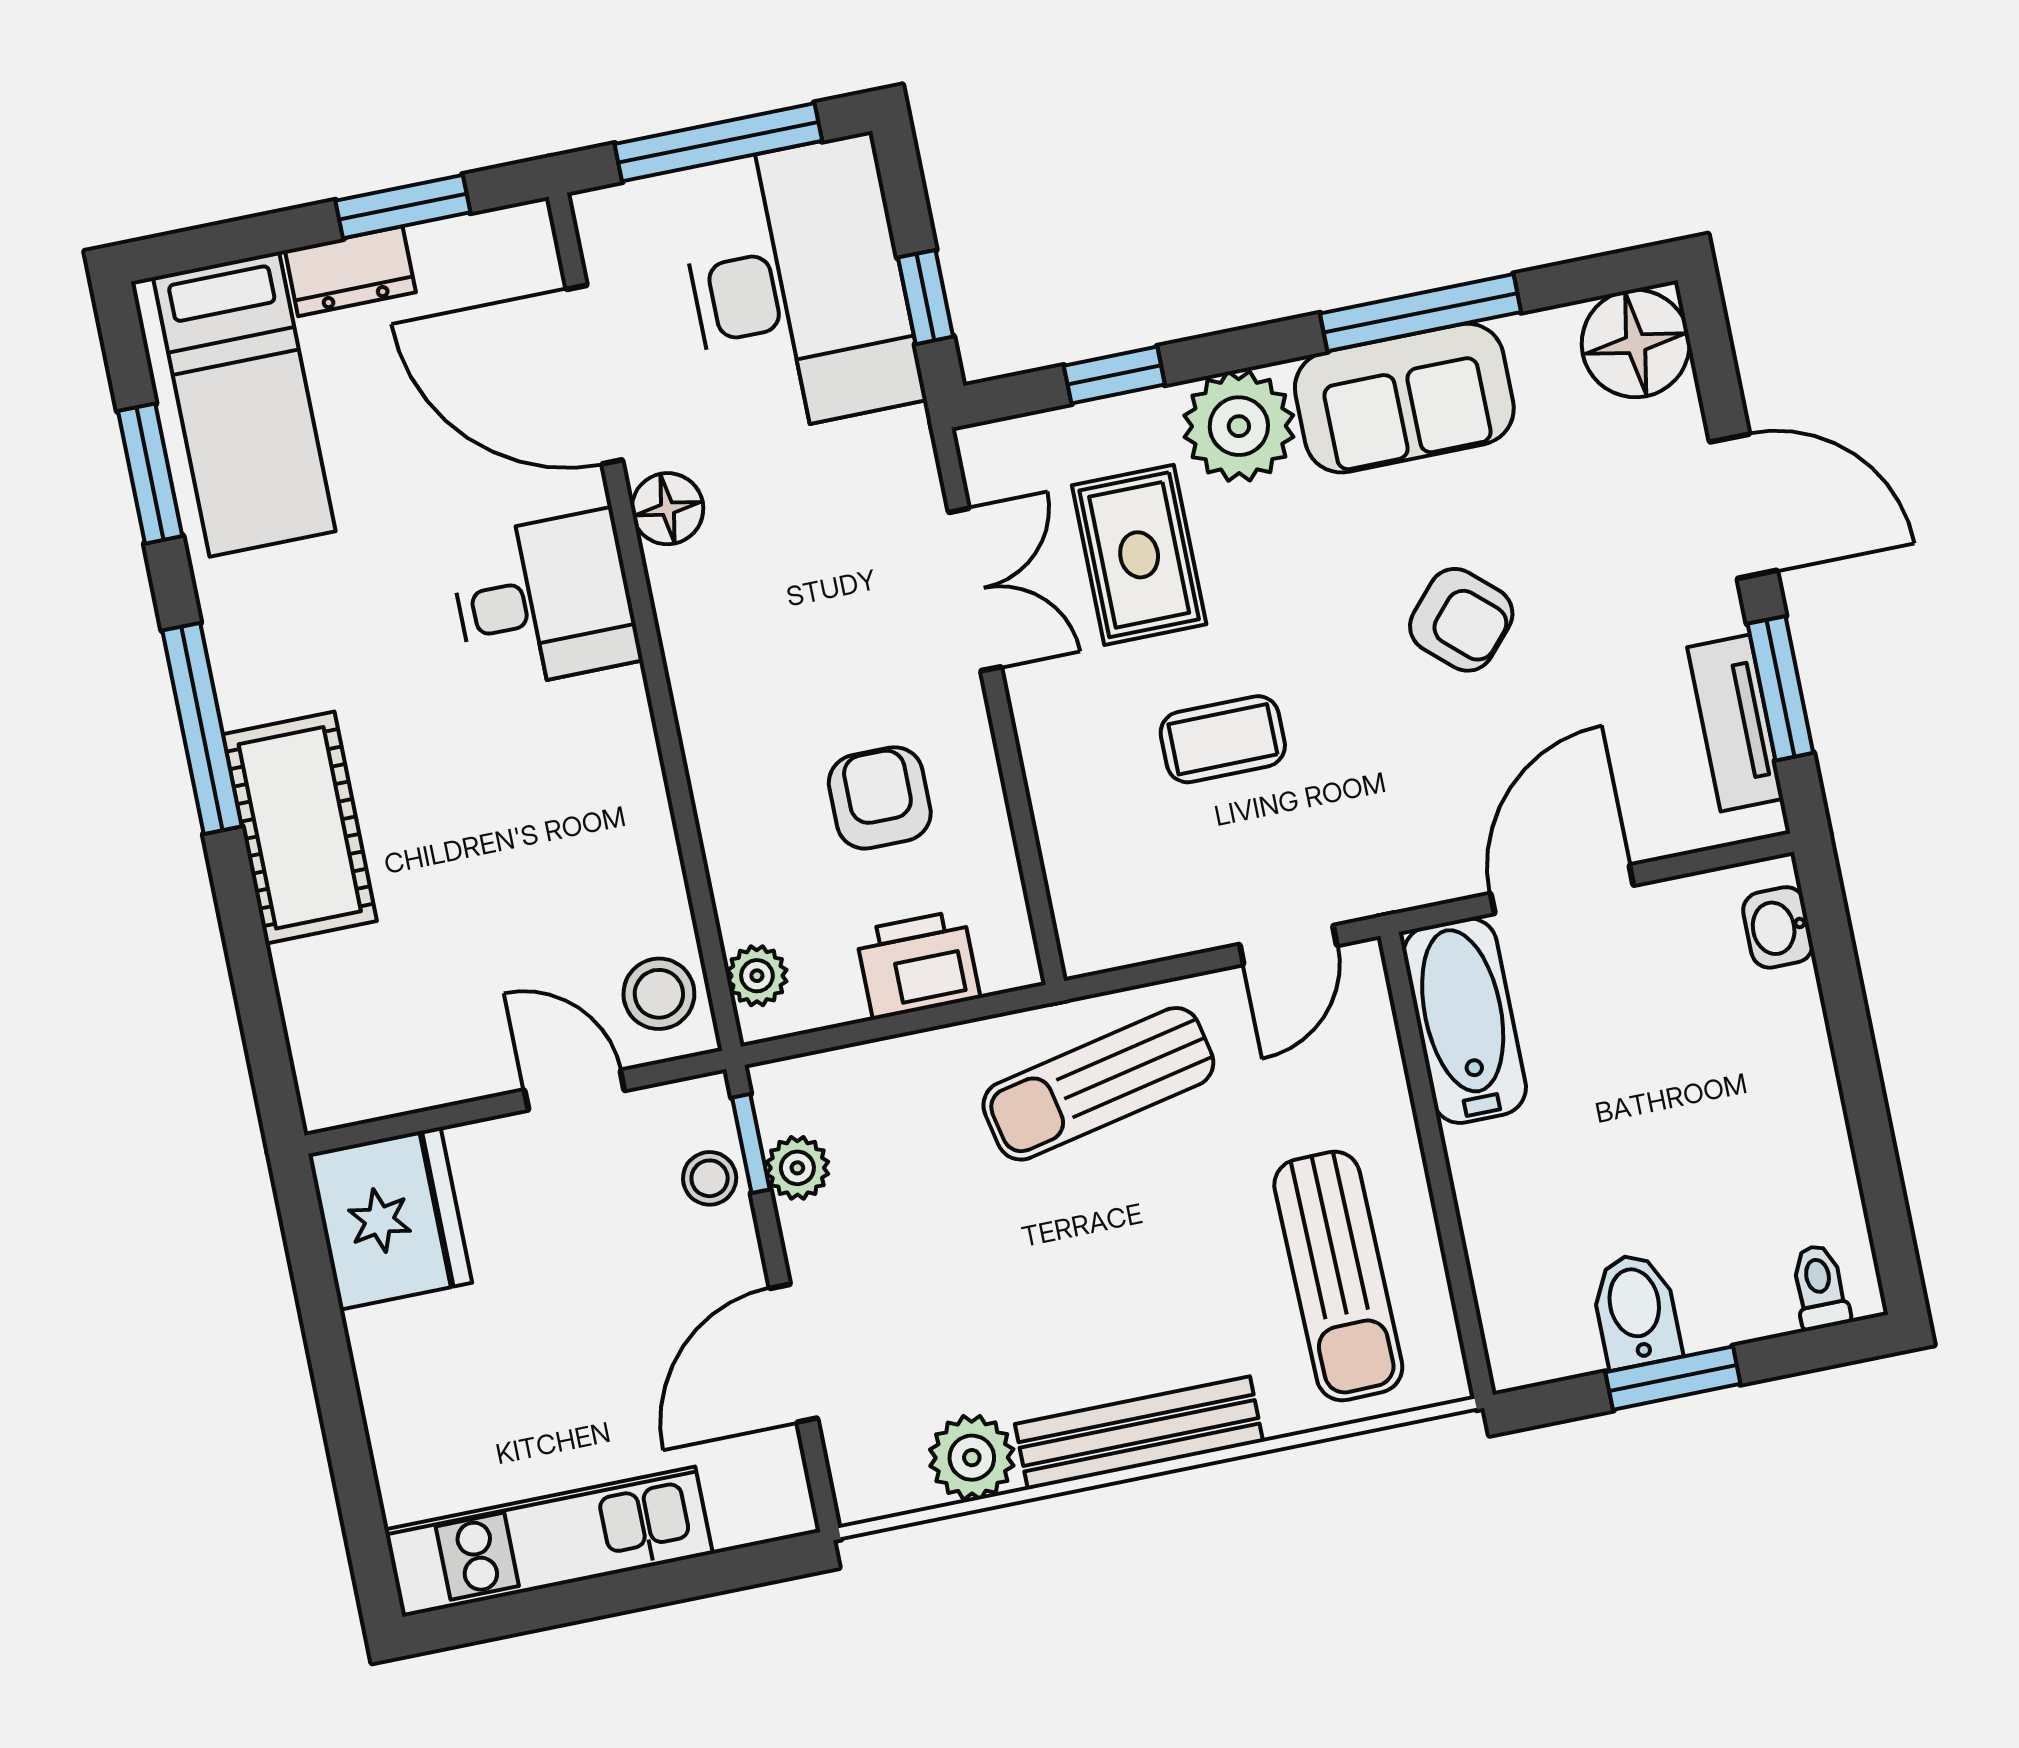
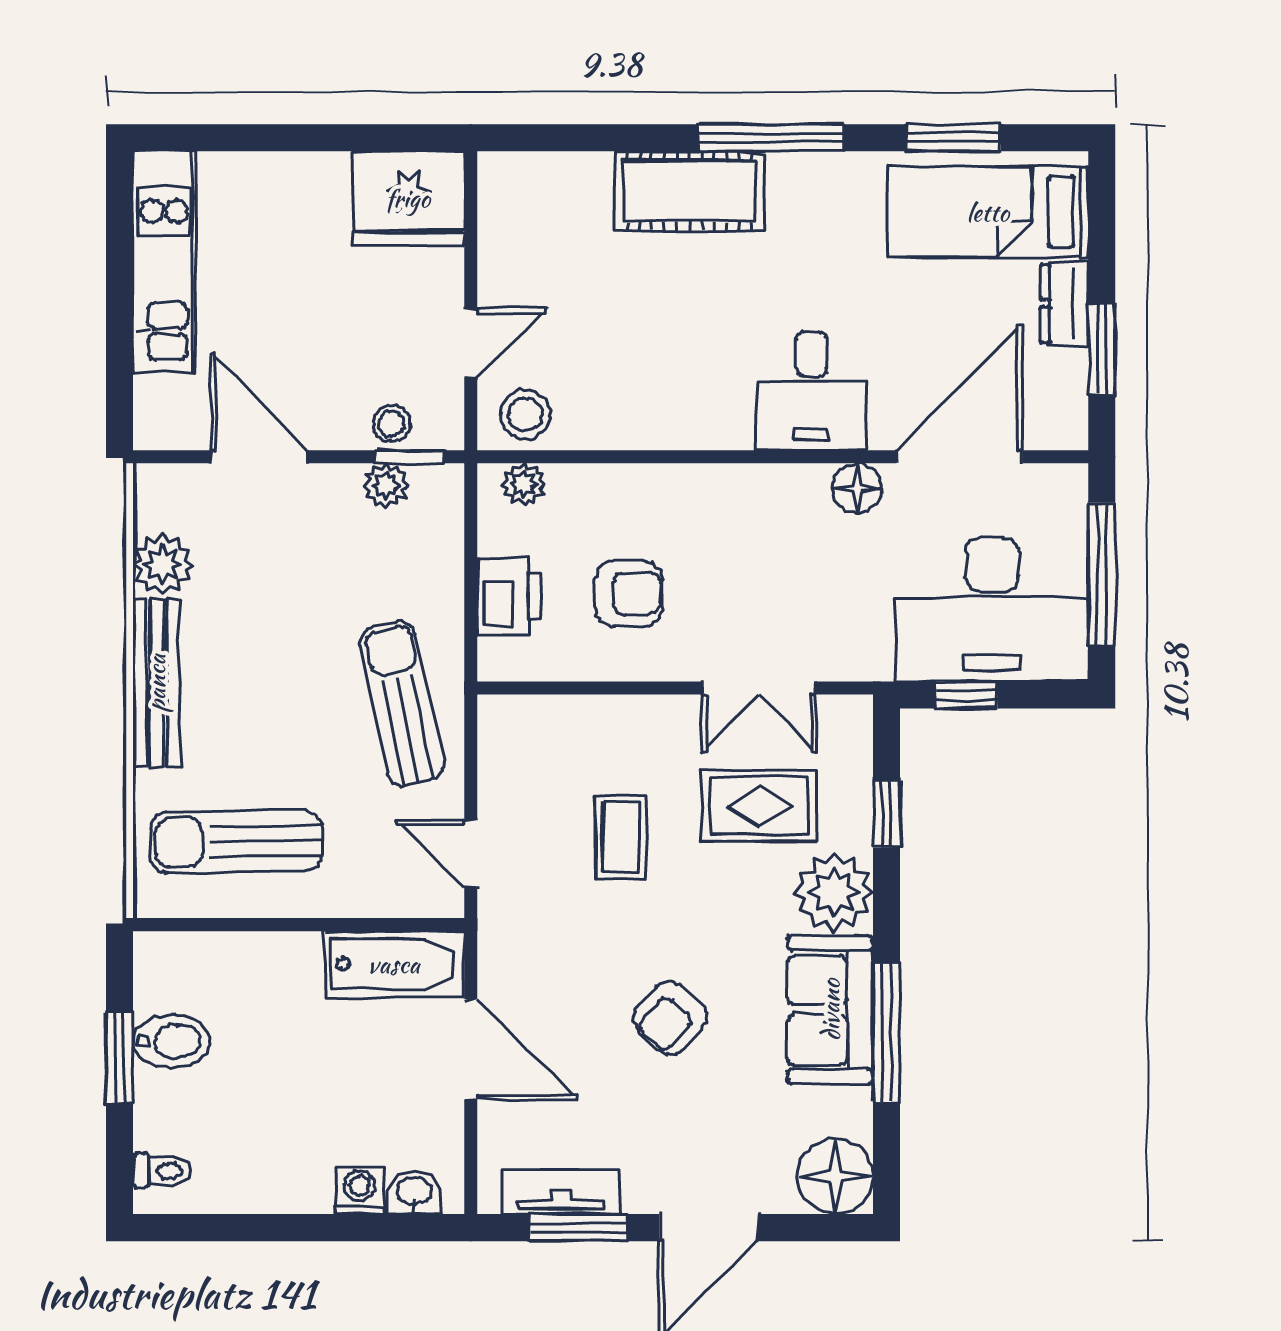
washing machine: (1791, 1005) -> (359, 1190), added

